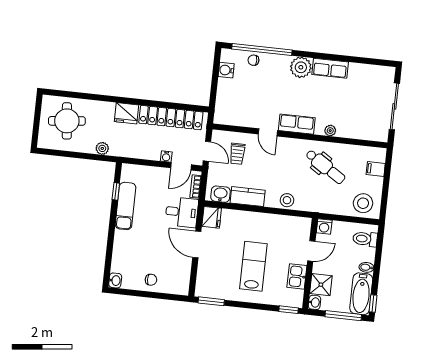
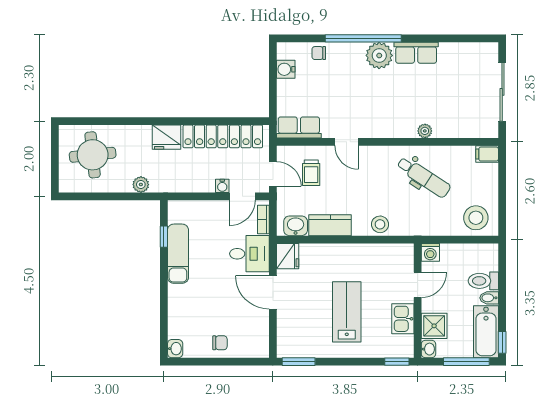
window: (262, 49) -> (363, 38), moved
row of seats: (297, 124) -> (299, 127), moved
filing cabinet: (376, 169) -> (487, 154), moved
toilet: (365, 239) -> (483, 281), moved

